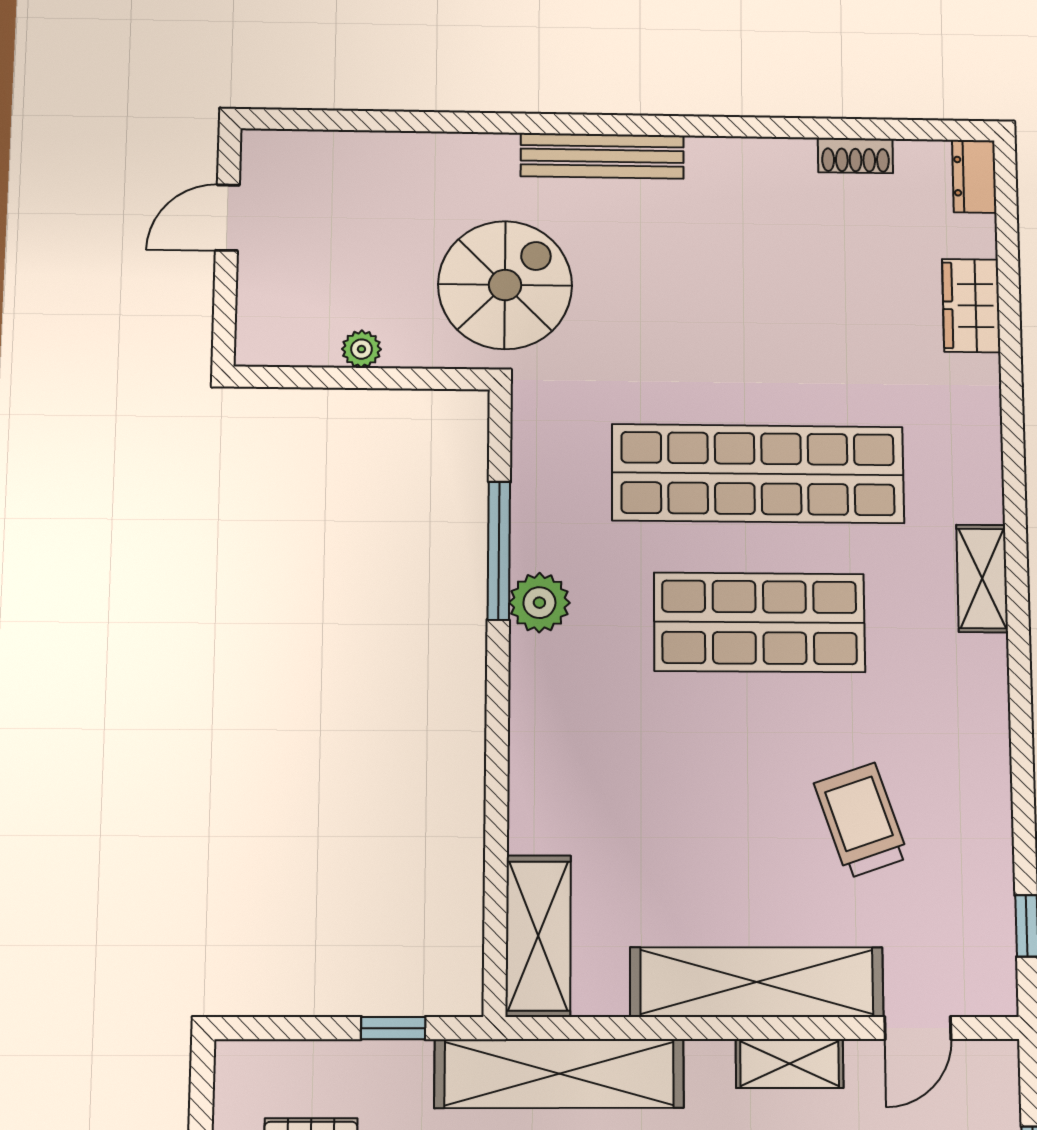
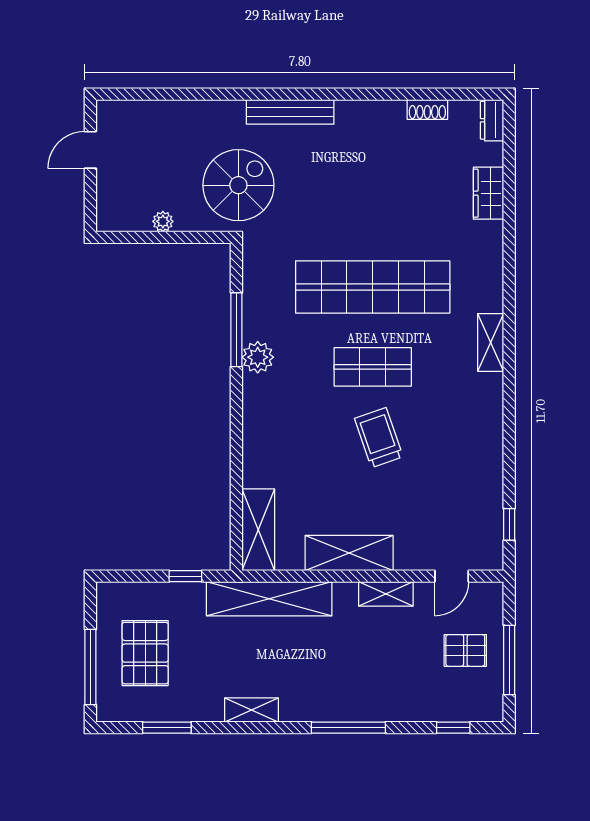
shop shelf: (759, 622) -> (373, 367), width x0.70, depth x0.74
trolley: (861, 820) -> (379, 438), moved
shelving: (757, 982) -> (349, 553), width x0.68

